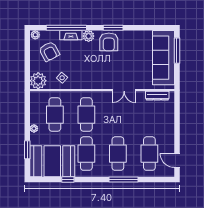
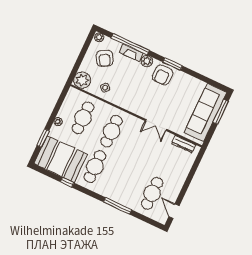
cafe table: (118, 154) -> (123, 180), removed

